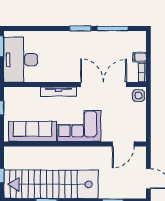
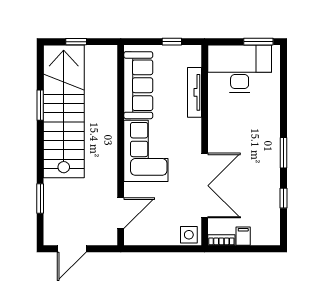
window: (113, 29) -> (283, 198), width x0.46
tv unit: (59, 92) -> (194, 92), moved
door: (123, 144) -> (121, 213), swing flipped

